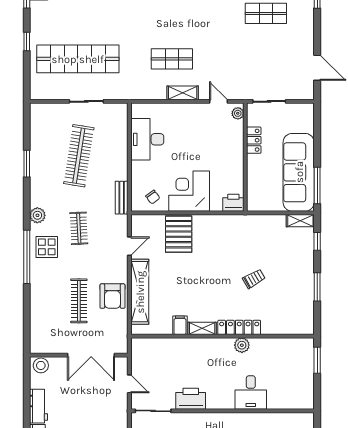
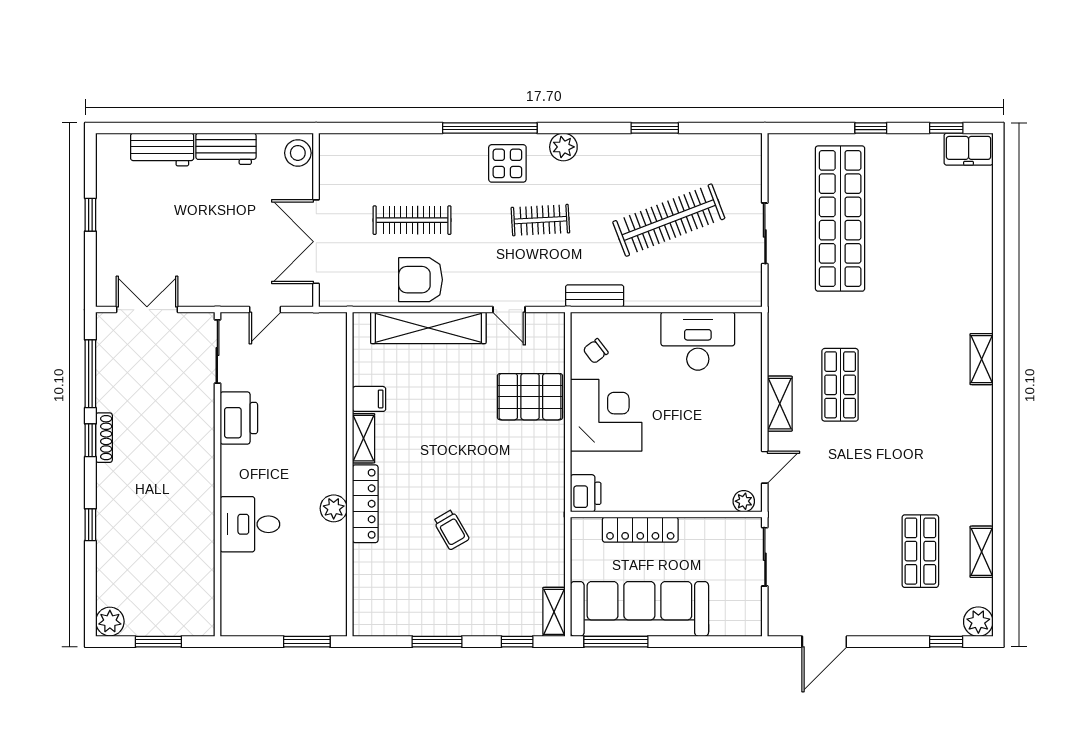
locker: (254, 140) -> (640, 530), moved, width x1.53
clothes rail: (79, 156) -> (669, 220), turned -30

